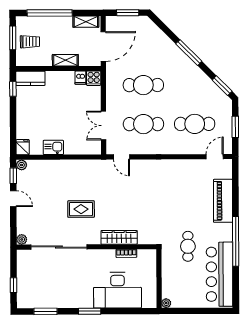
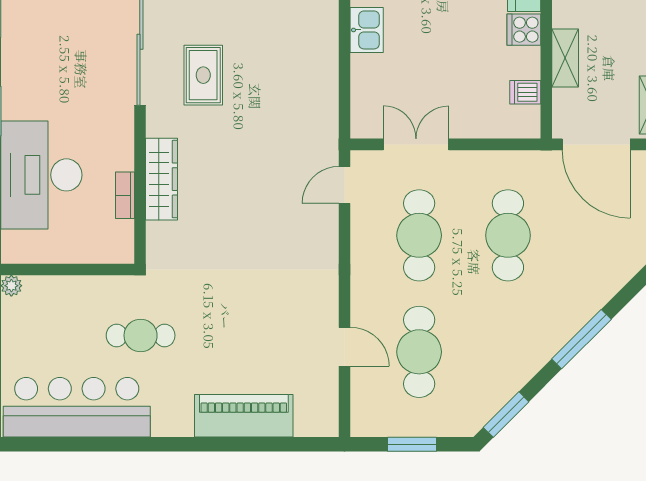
cooker: (94, 78) -> (524, 30), moved
door: (215, 157) -> (345, 347), moved
rug: (81, 209) -> (203, 75), moved
window: (236, 241) -> (151, 444), removed

